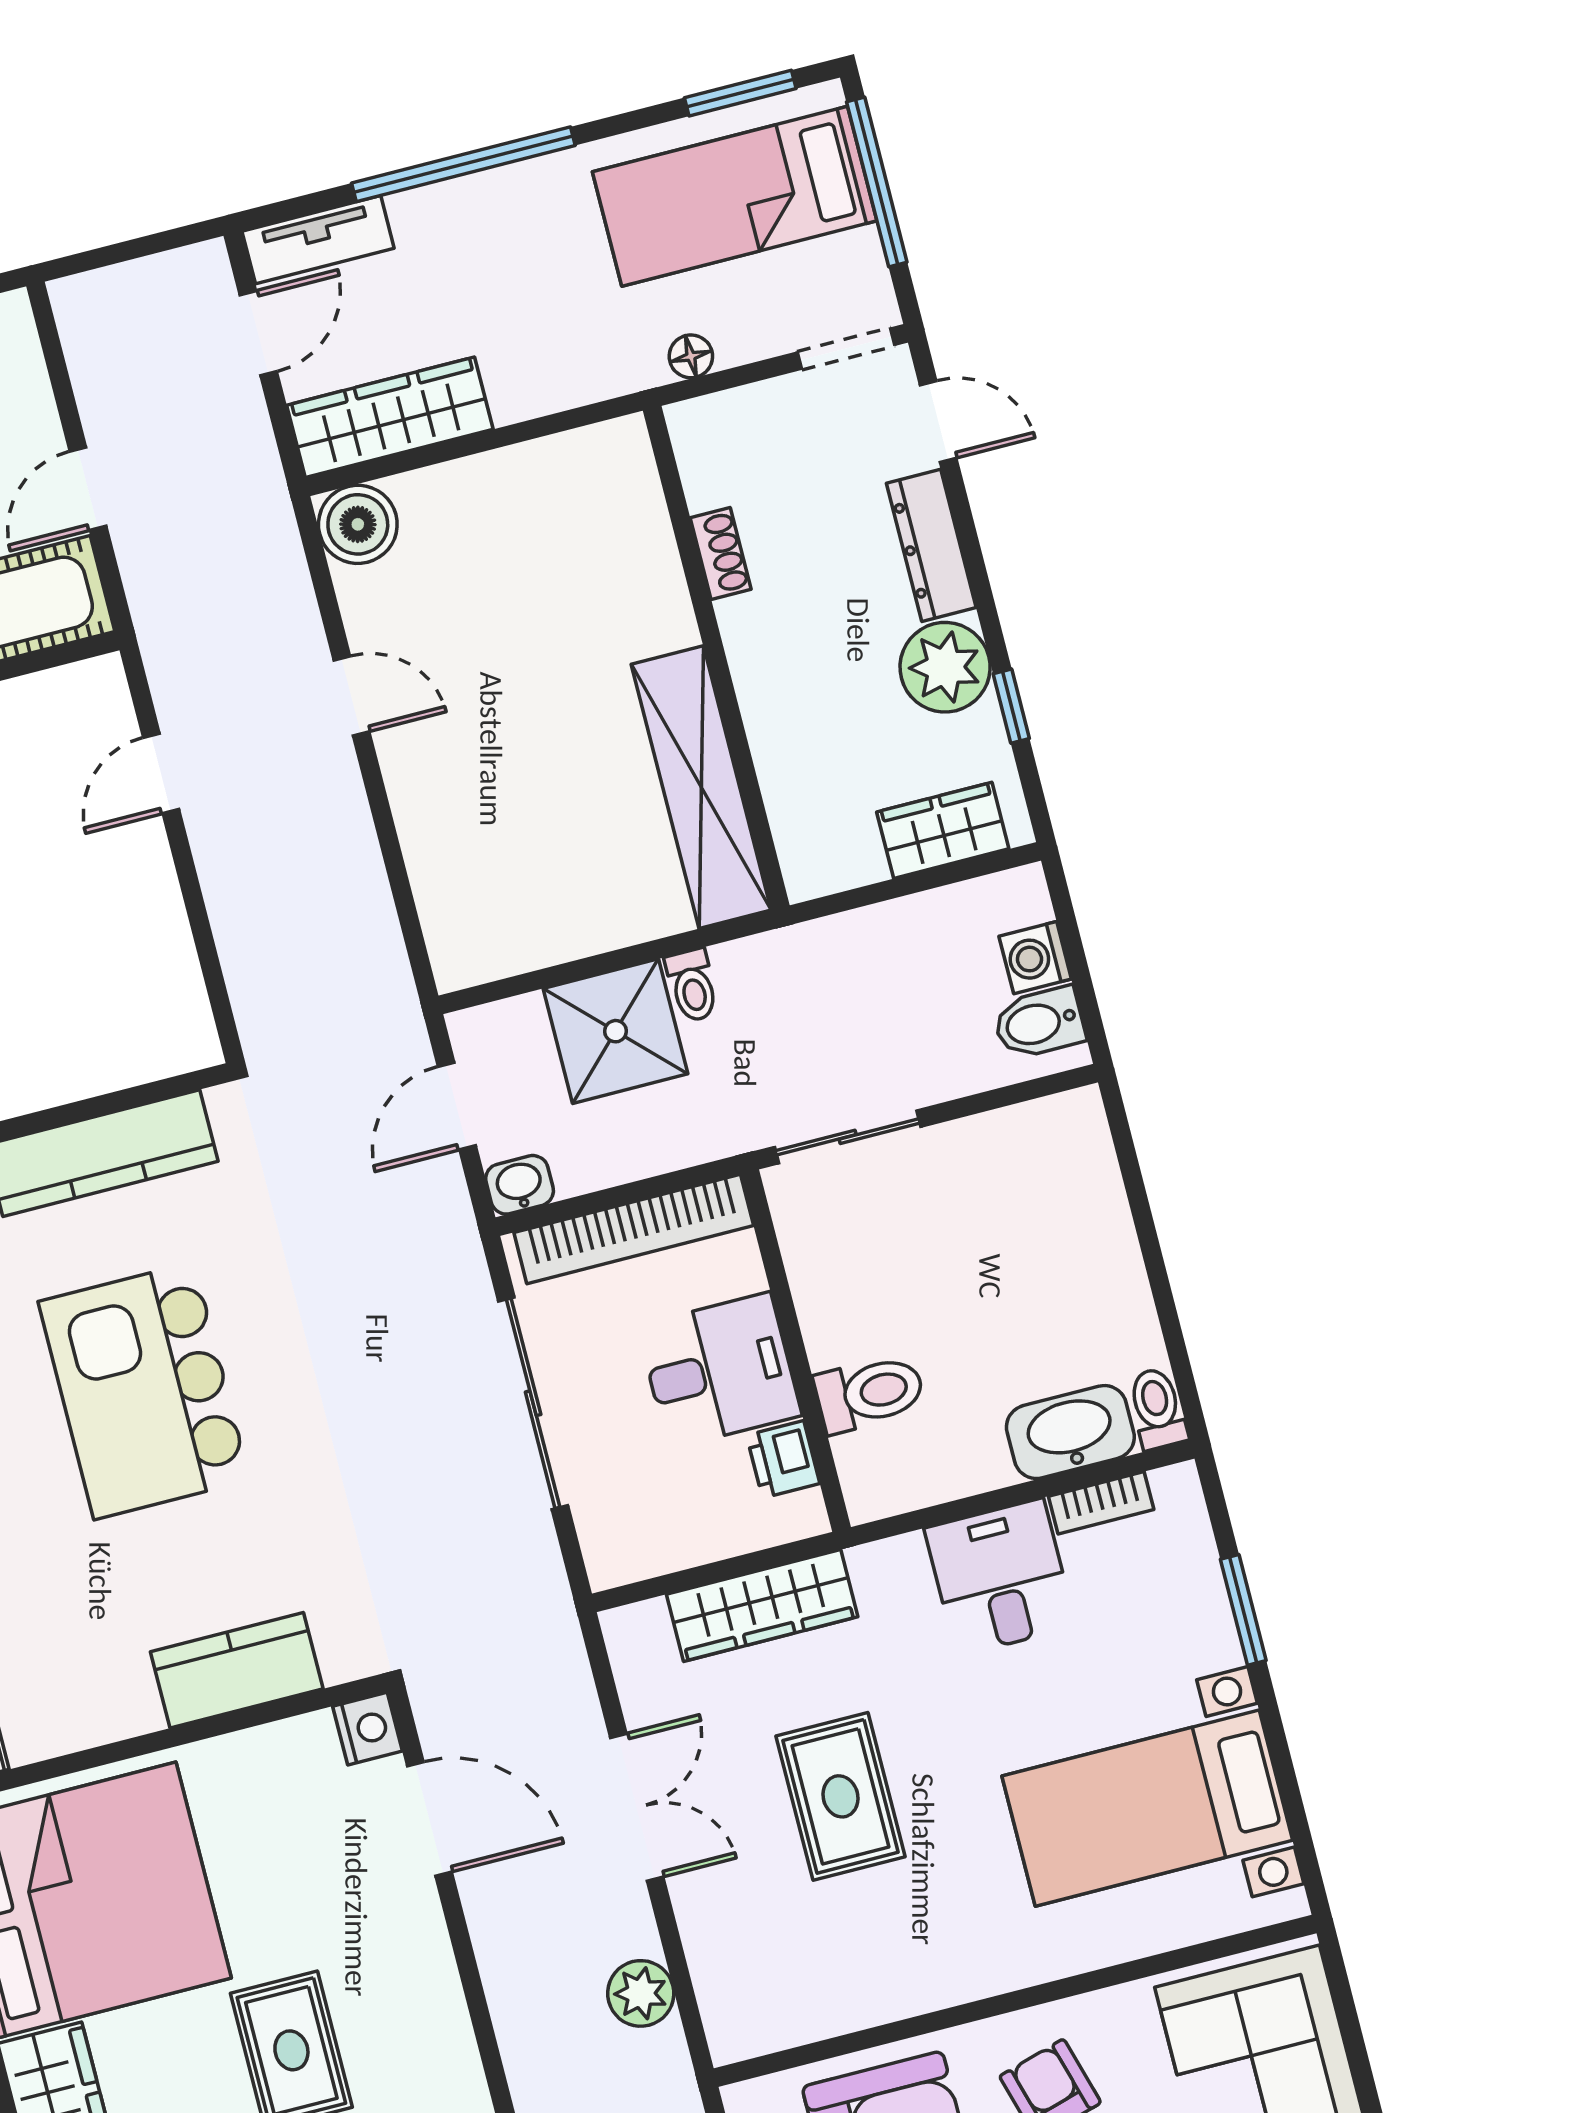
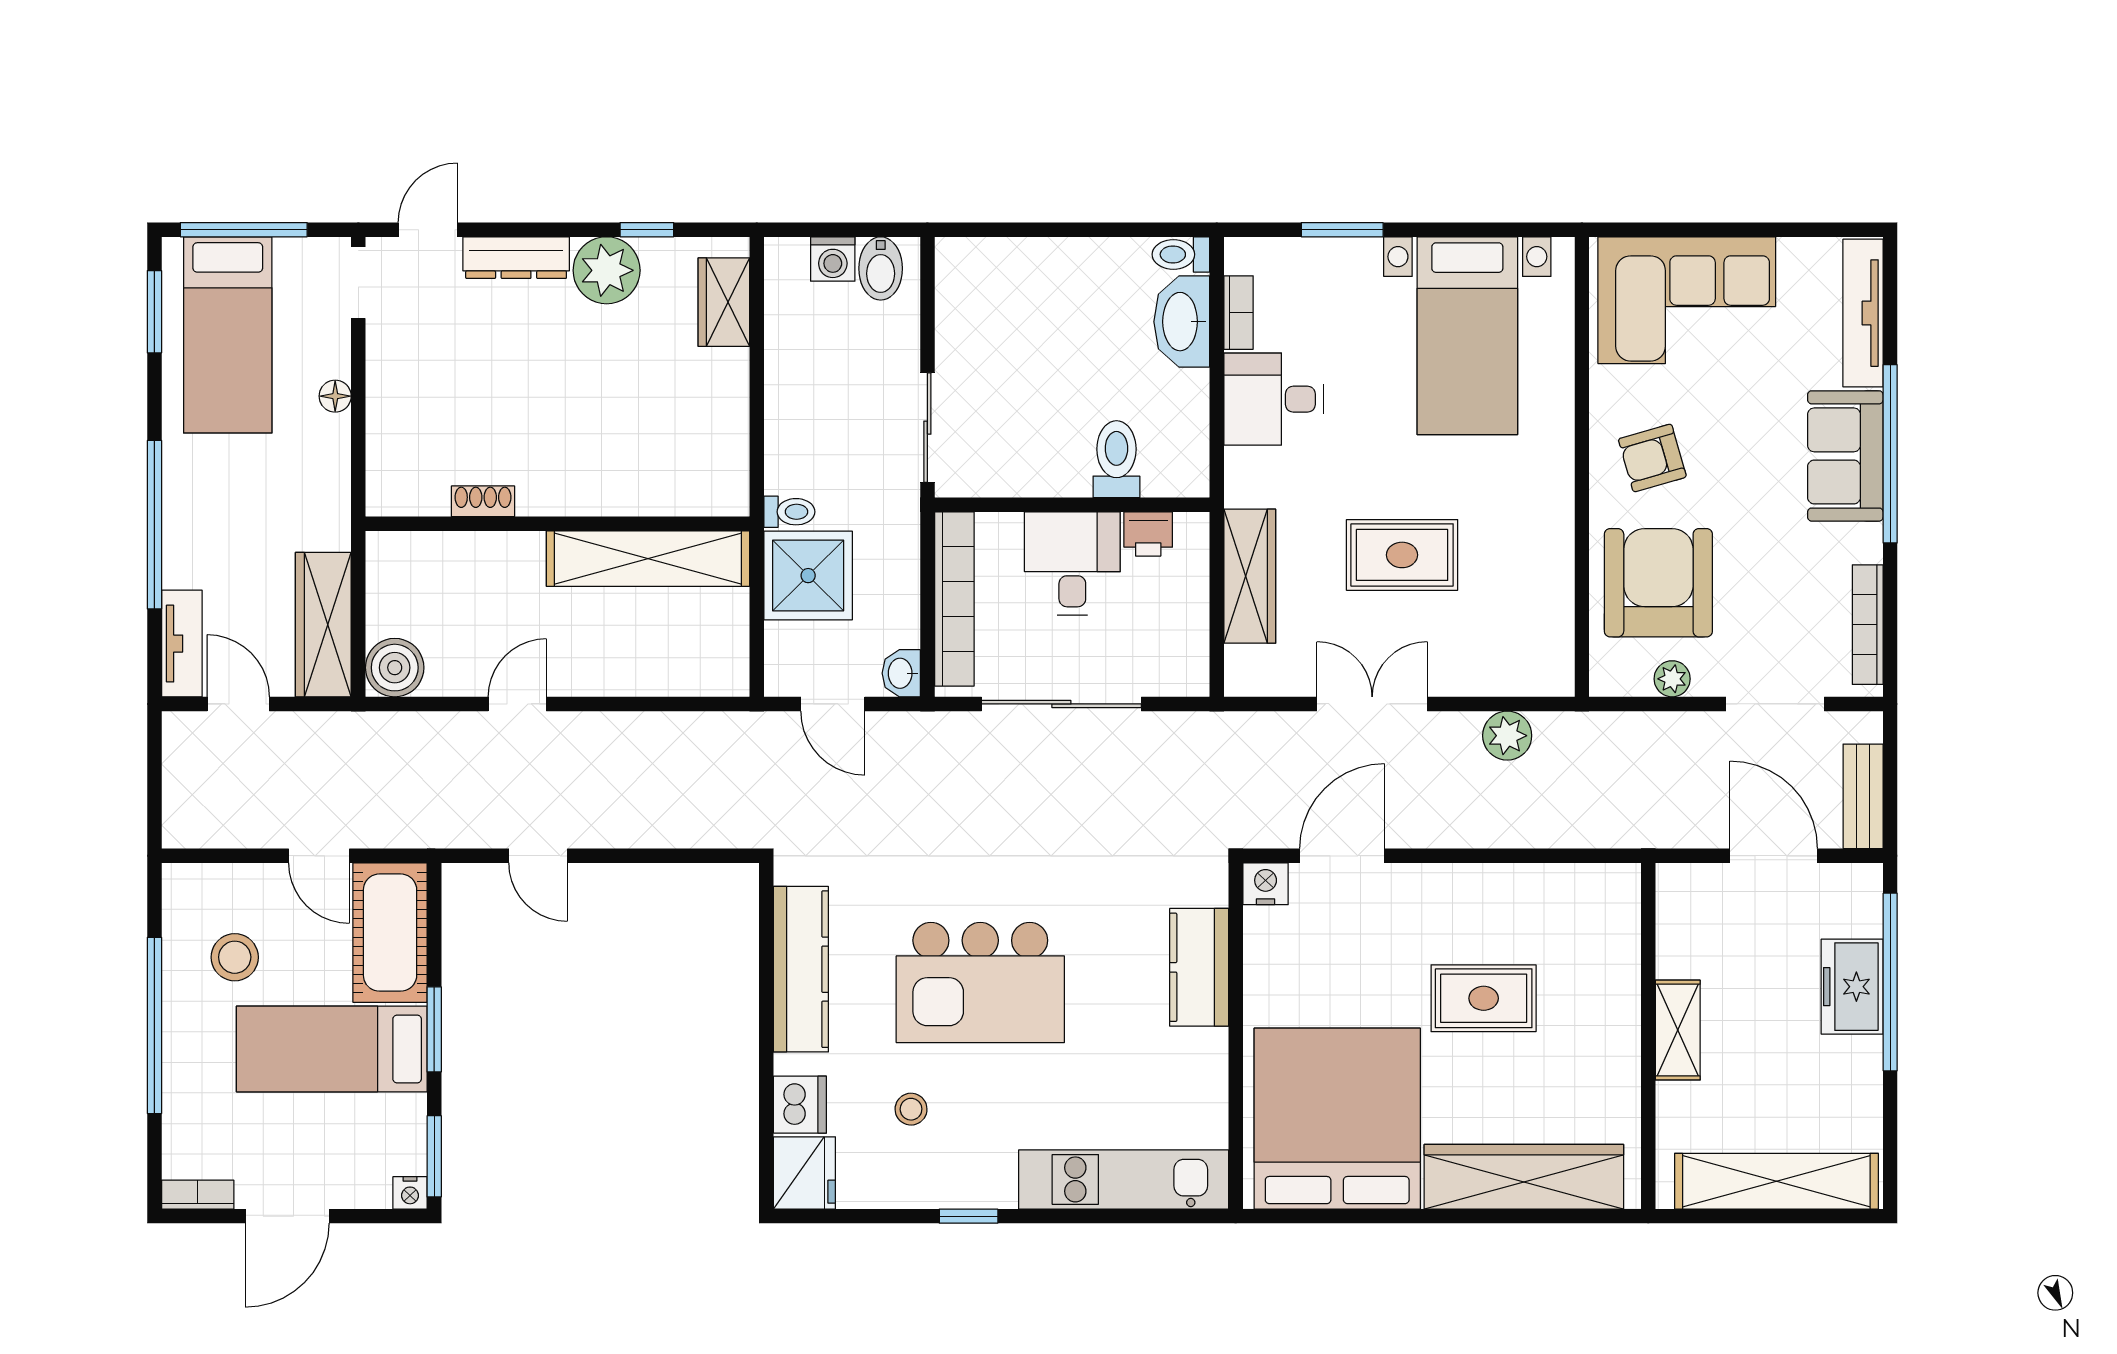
shoe rack: (721, 554) -> (483, 501), moved
wall: (716, 658) -> (558, 524), moved
shelving: (701, 787) -> (648, 559), moved

